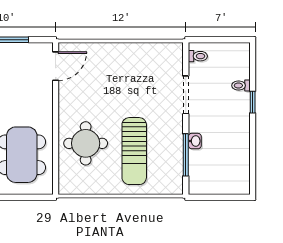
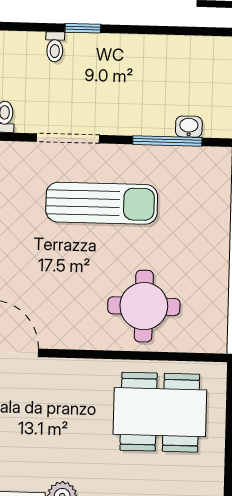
washbasin: (195, 141) -> (189, 127), moved
sun lounger: (134, 151) -> (102, 203), moved

